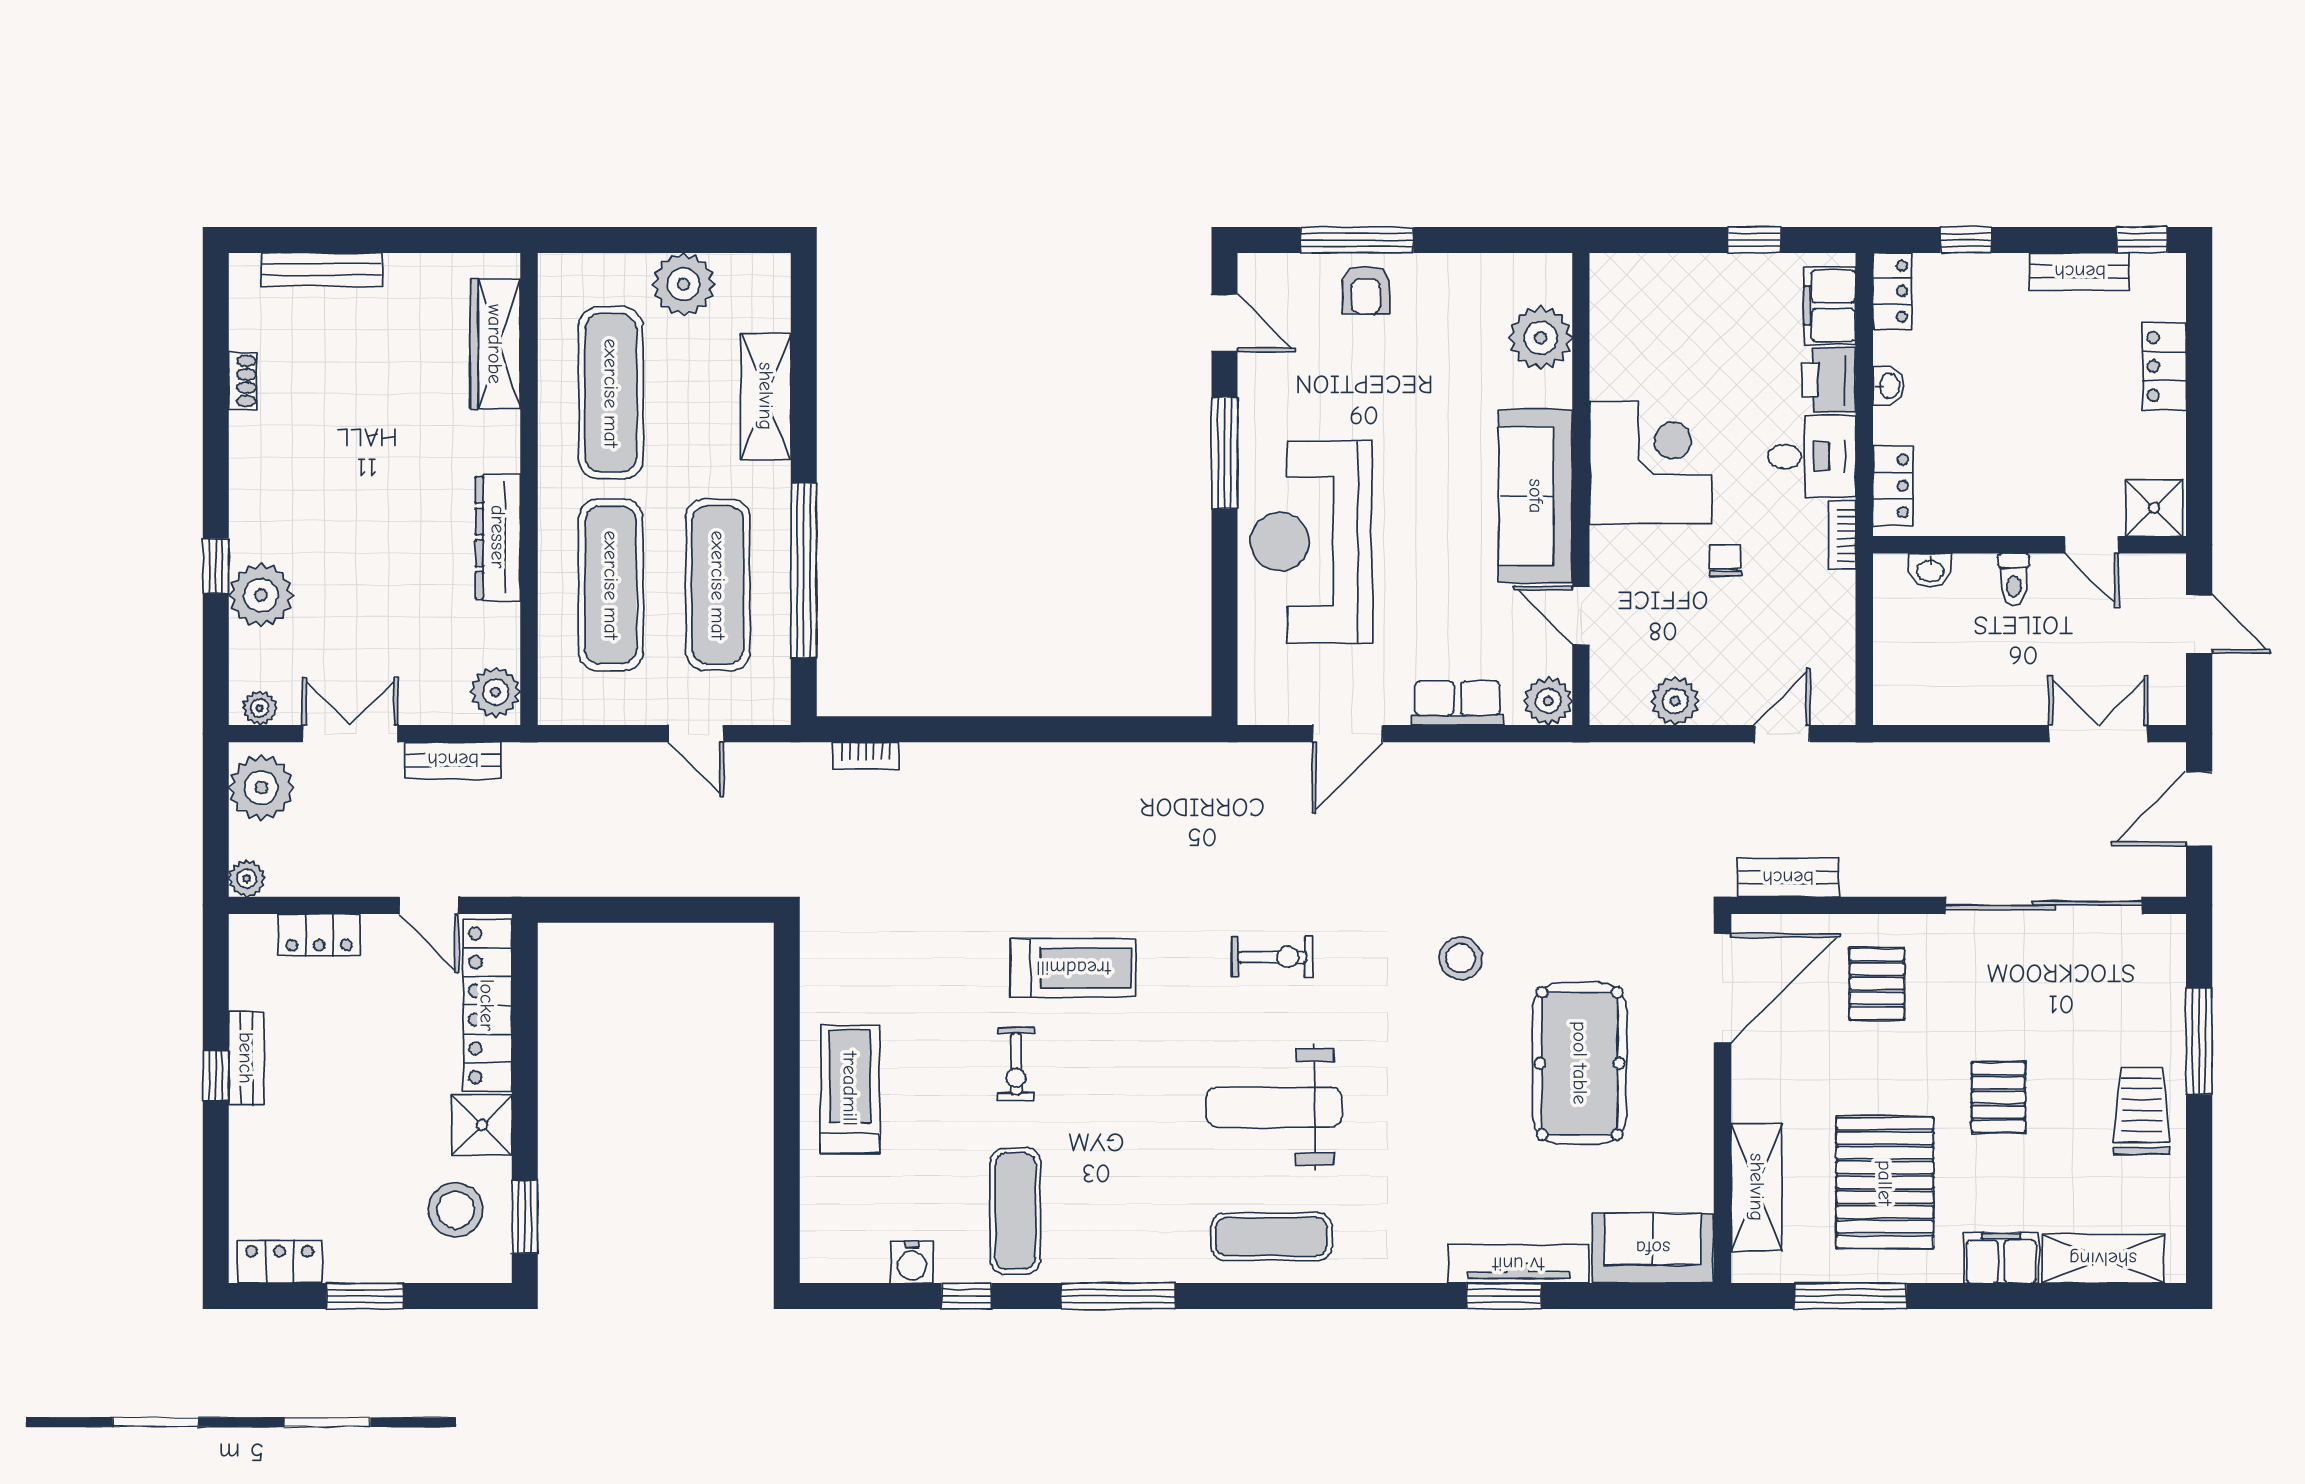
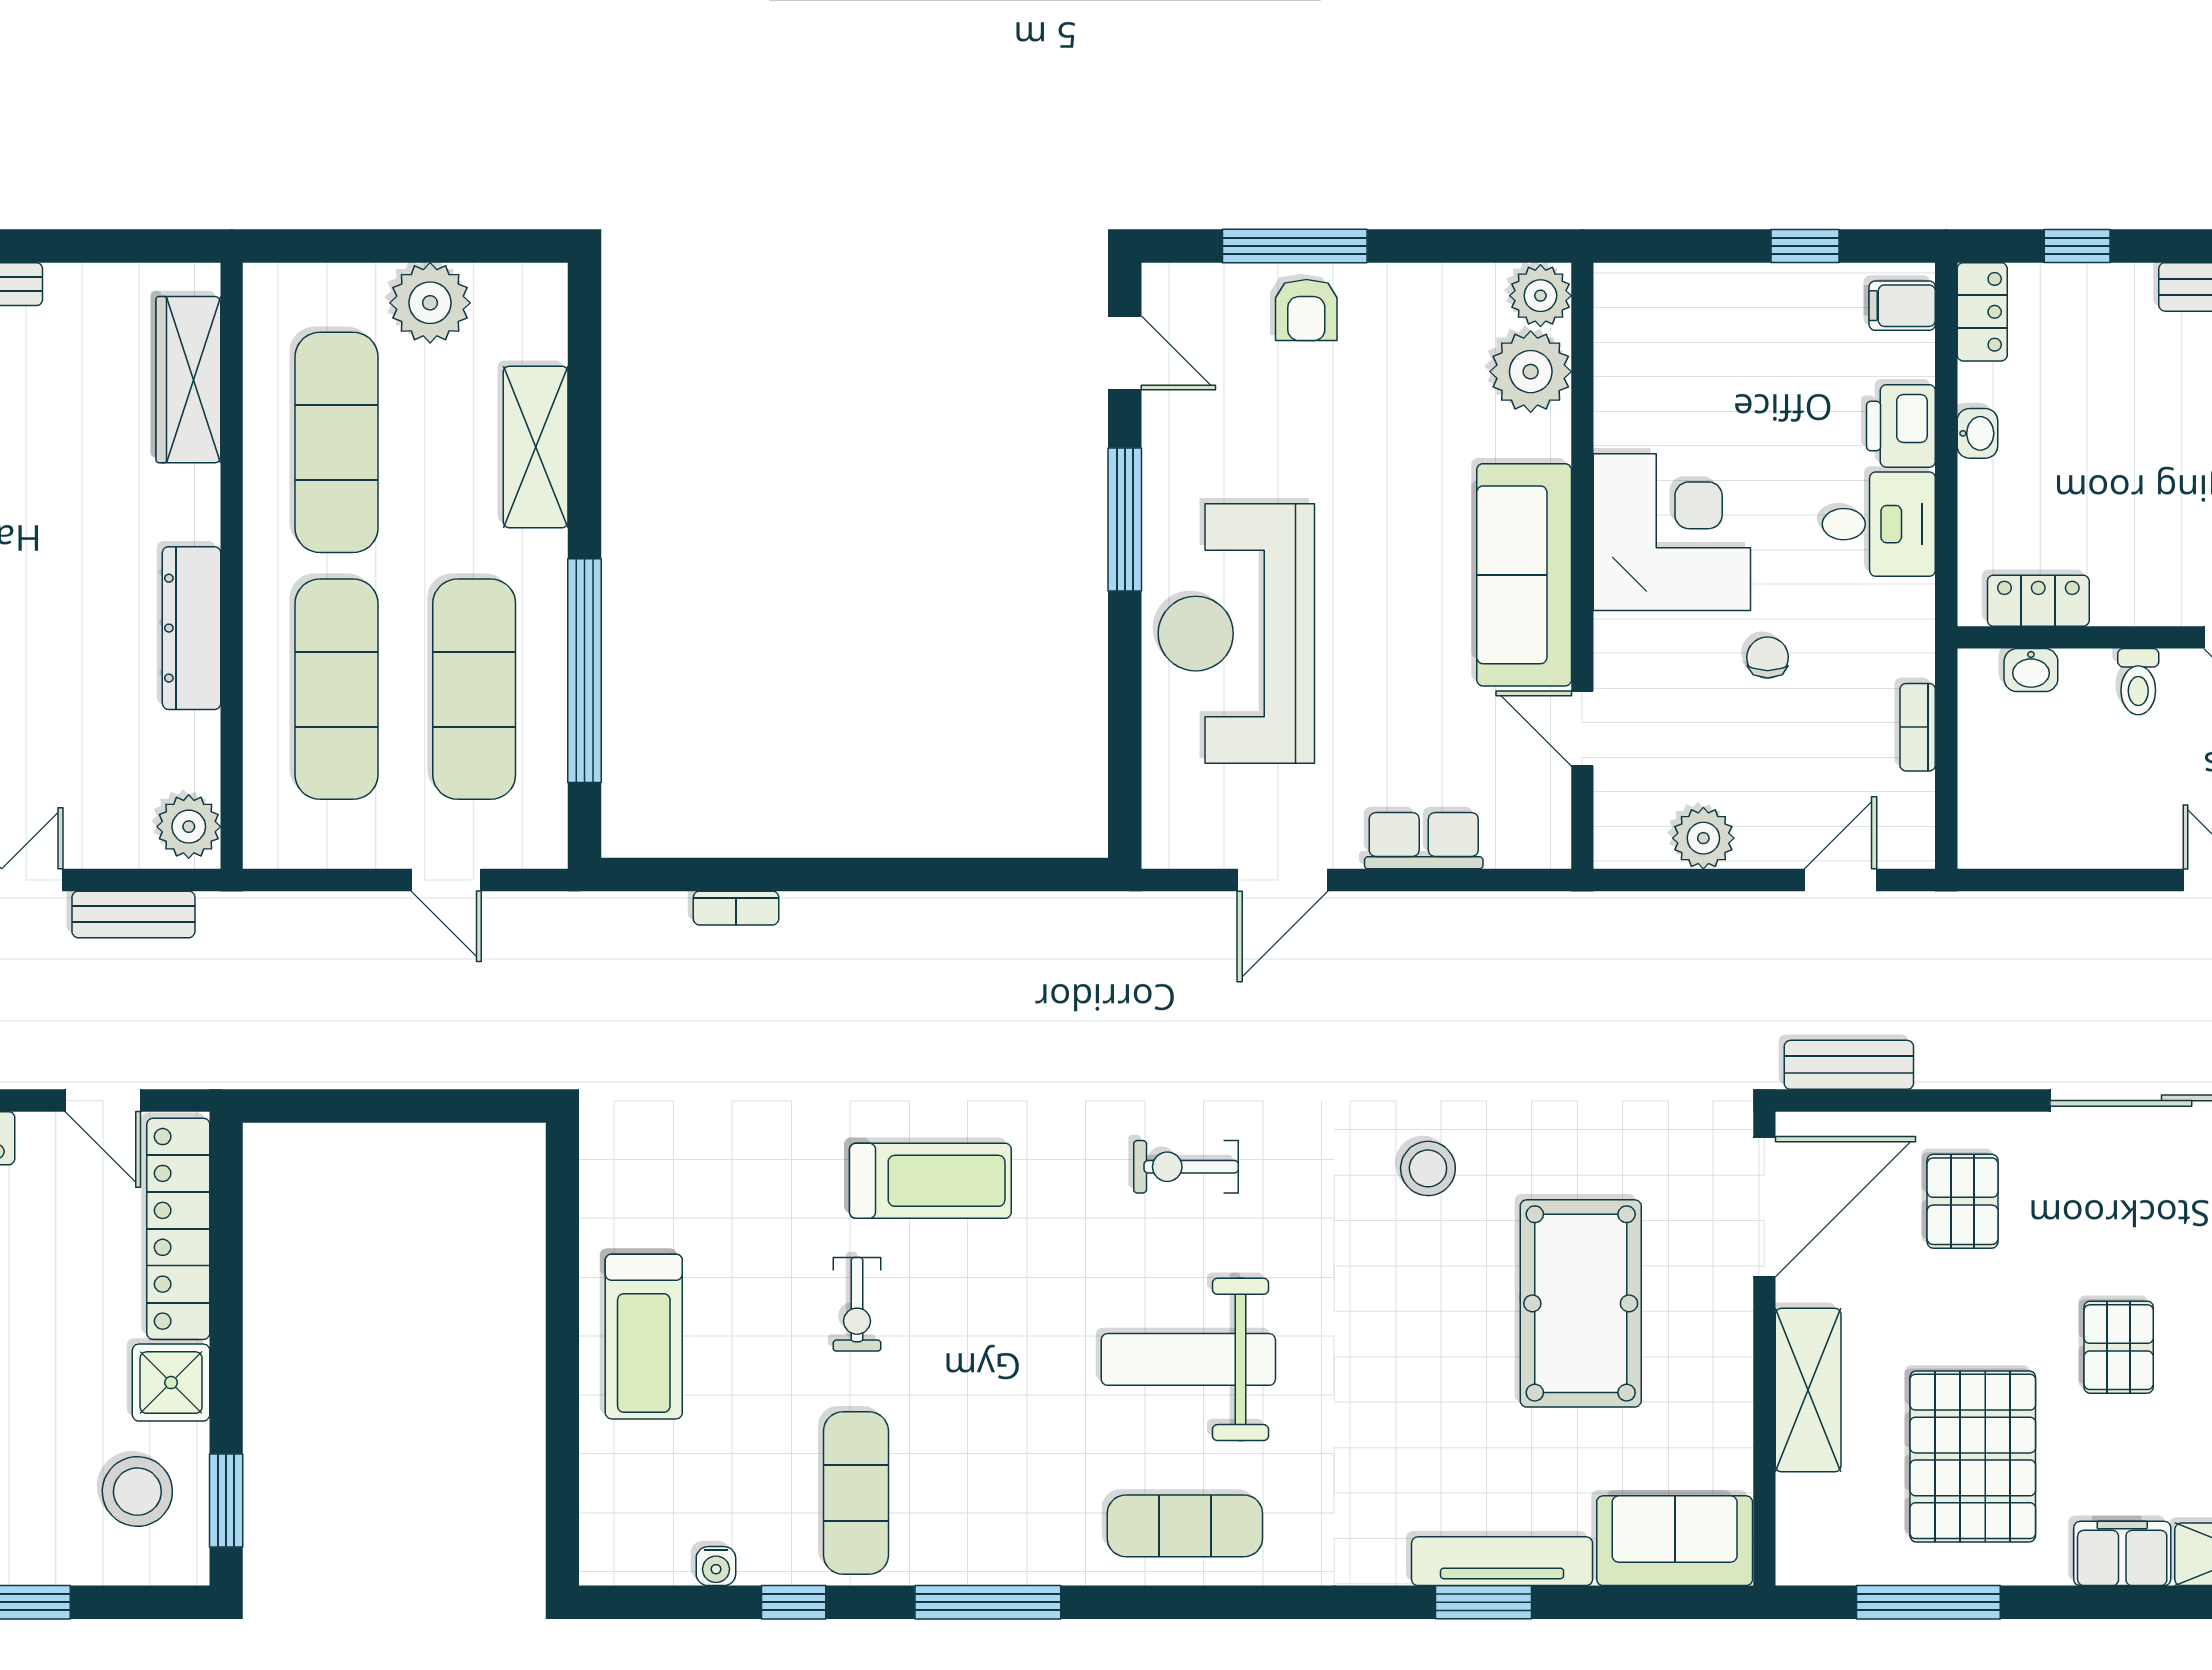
filing cabinet: (1830, 306) -> (1902, 306), width x0.50
locker: (1893, 486) -> (2038, 601), moved, turned -90
bookcase: (1842, 535) -> (1918, 727), moved
plant: (1548, 701) -> (1540, 296), moved
bookcase: (866, 755) -> (736, 908), moved
exercise bike: (1272, 957) -> (1186, 1167), turned 180
treadmill: (850, 1089) -> (644, 1337), turned 180
shelving: (1757, 1187) -> (1808, 1390), moved
water cooler: (912, 1262) -> (716, 1566), width x0.72, depth x0.72

